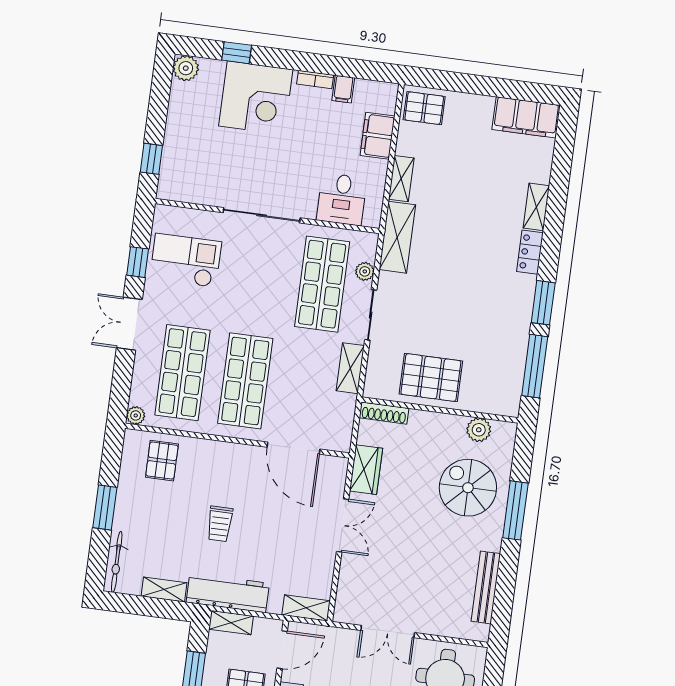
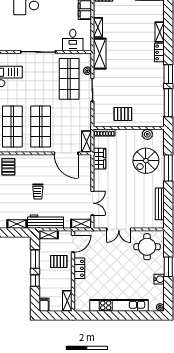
shelving: (350, 368) -> (87, 142), moved
pallet: (431, 378) -> (123, 114), width x0.67, depth x0.71
spiral stairs: (468, 488) -> (146, 161), turned -90
double door: (343, 525) -> (92, 203), moved

